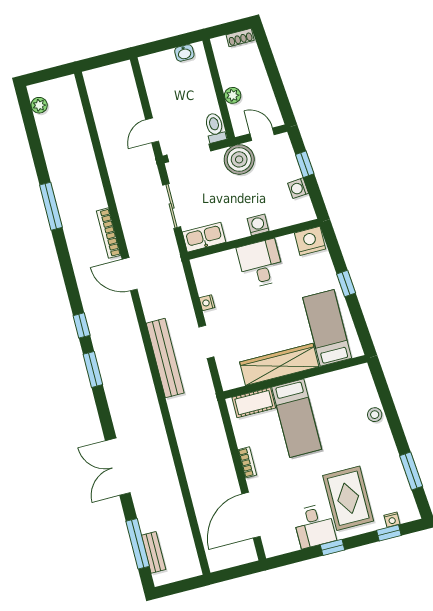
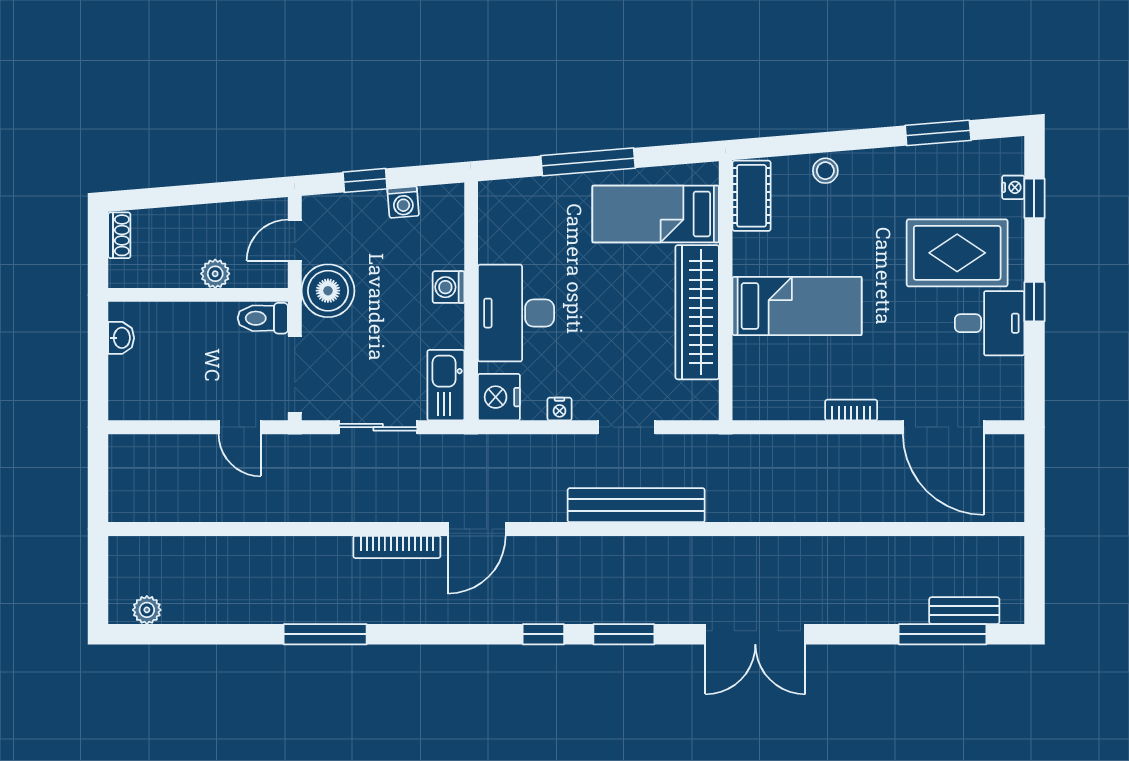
nightstand: (310, 241) -> (499, 397), moved
desk: (261, 264) -> (516, 313), width x1.37
window: (346, 284) -> (588, 162), width x2.17
cot: (254, 403) -> (752, 196), moved
double door: (118, 467) -> (755, 634), moved

